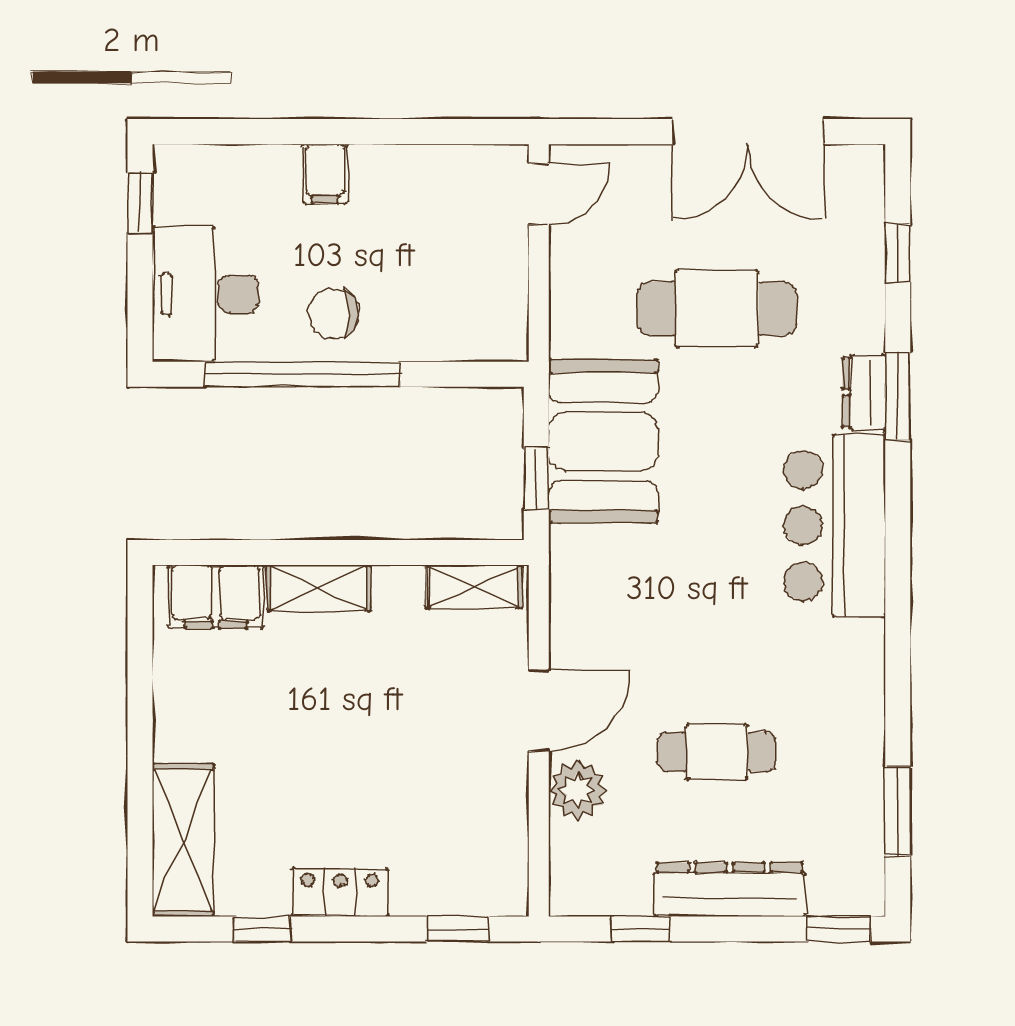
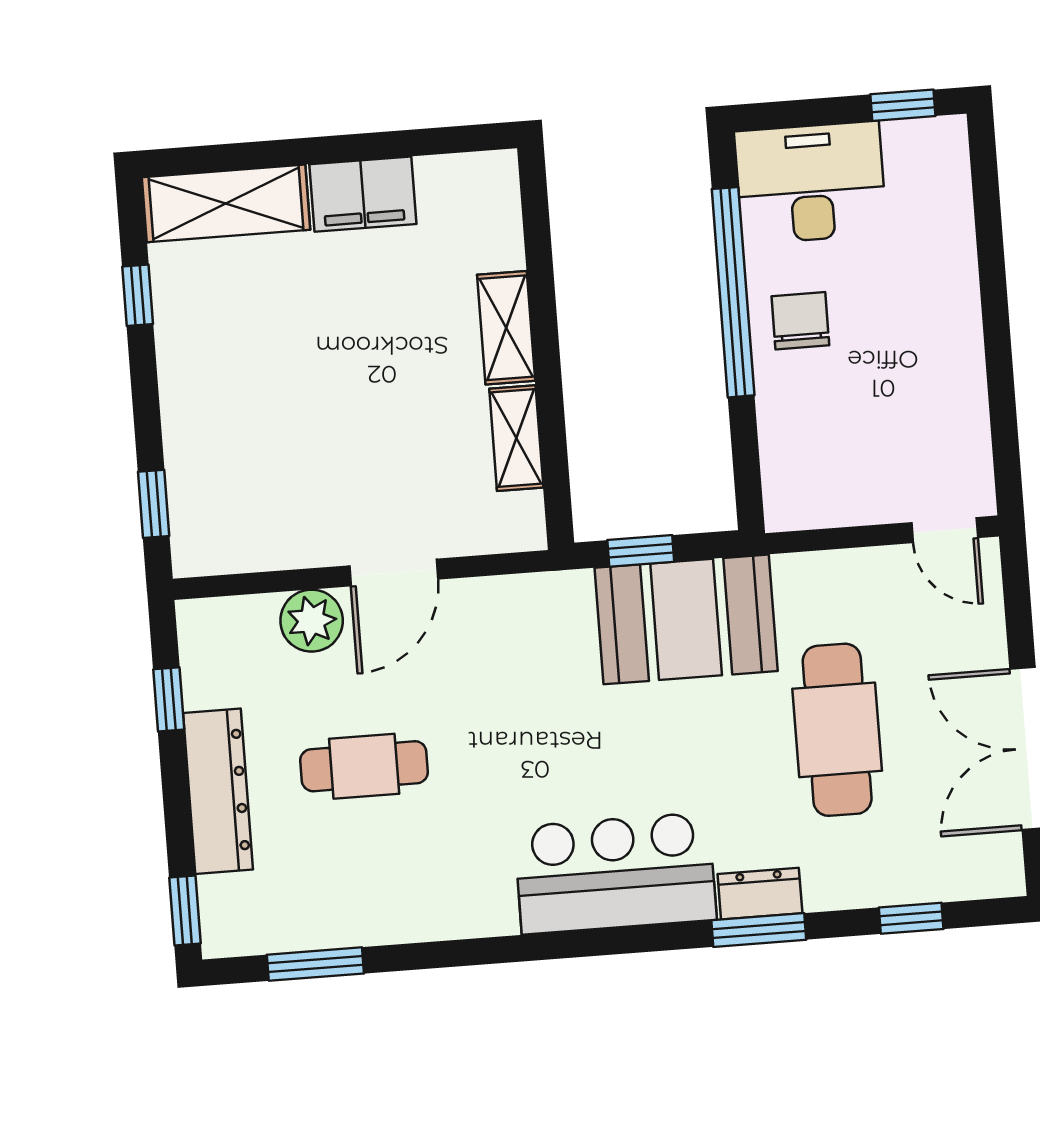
filing cabinet: (325, 174) -> (949, 301), removed
shelving: (474, 587) -> (516, 438), moved
filing cabinet: (216, 597) -> (363, 194), moved, turned -90
door: (539, 710) -> (394, 572), hinge flipped
cafe table: (717, 752) -> (364, 766), turned 90
locker: (340, 892) -> (183, 375), removed

